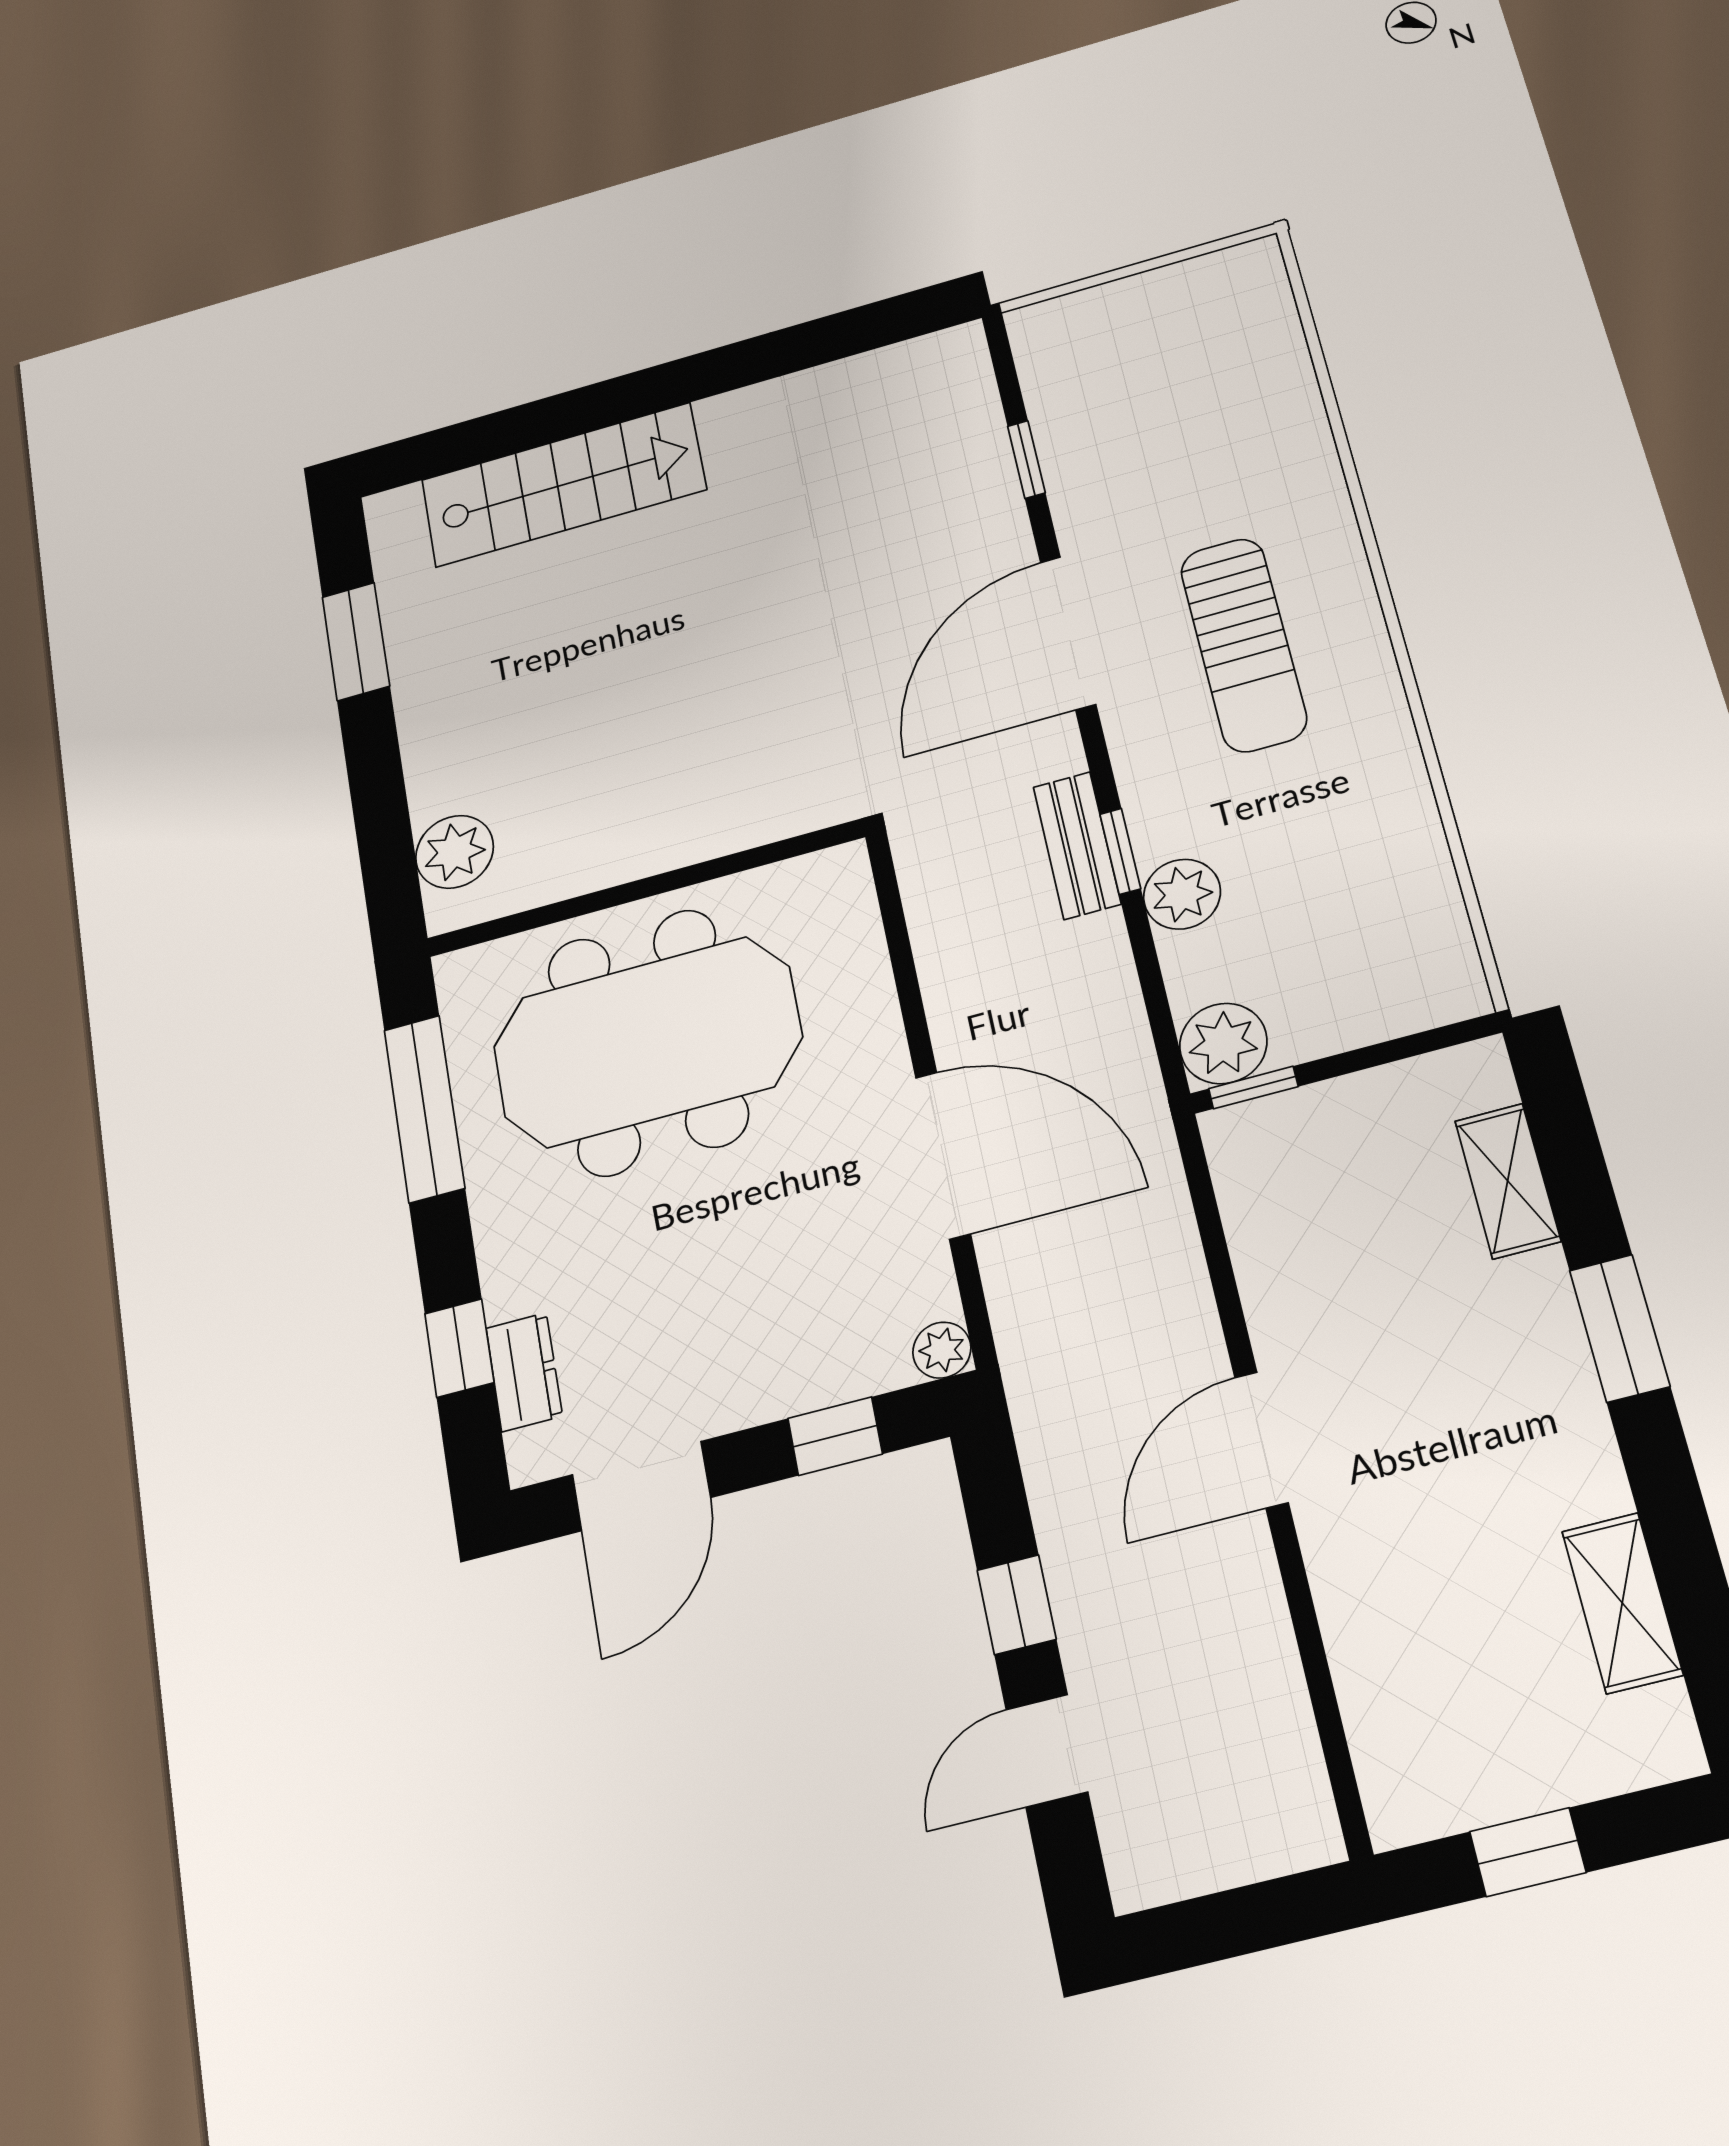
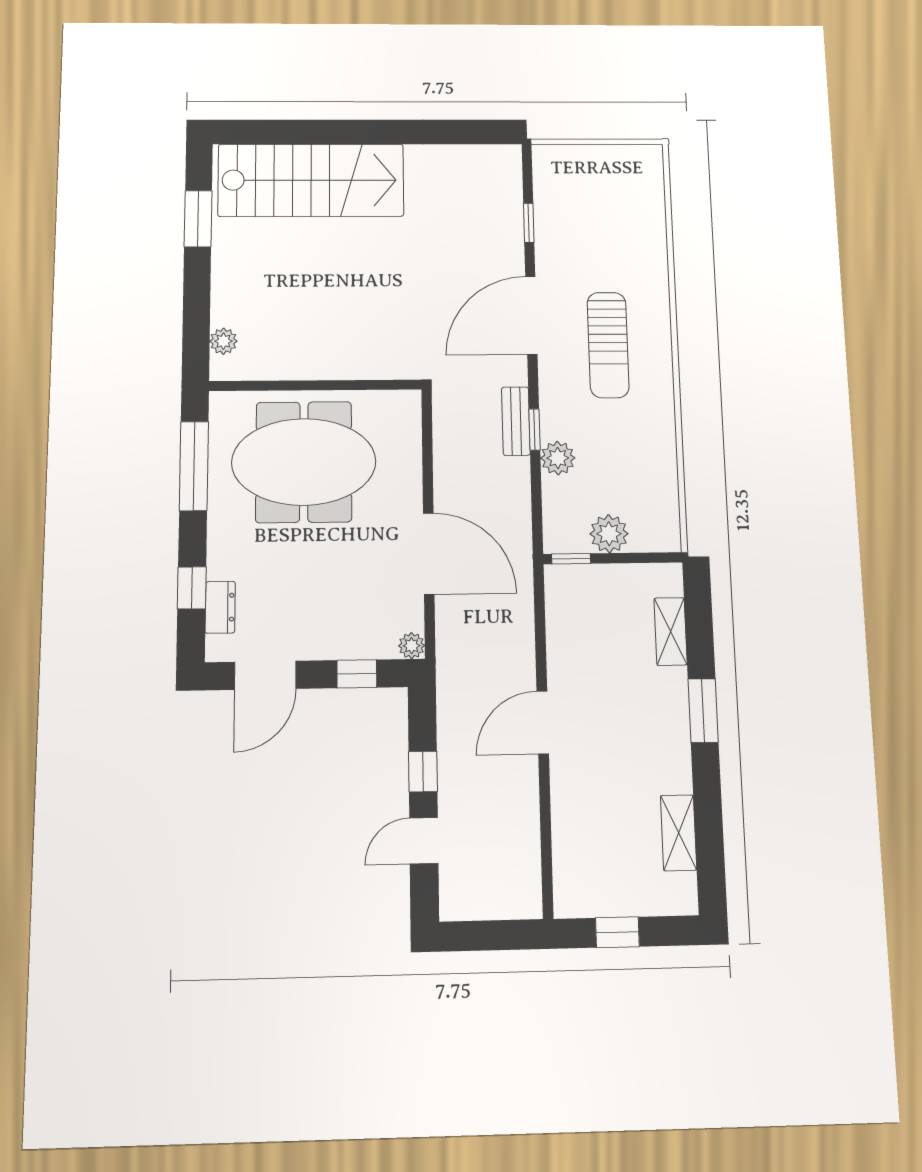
stairs: (563, 485) -> (311, 180), width x1.36, depth x1.51
plant: (455, 852) -> (223, 341), width x0.73, depth x0.73
plant: (1223, 1043) -> (609, 534), moved

